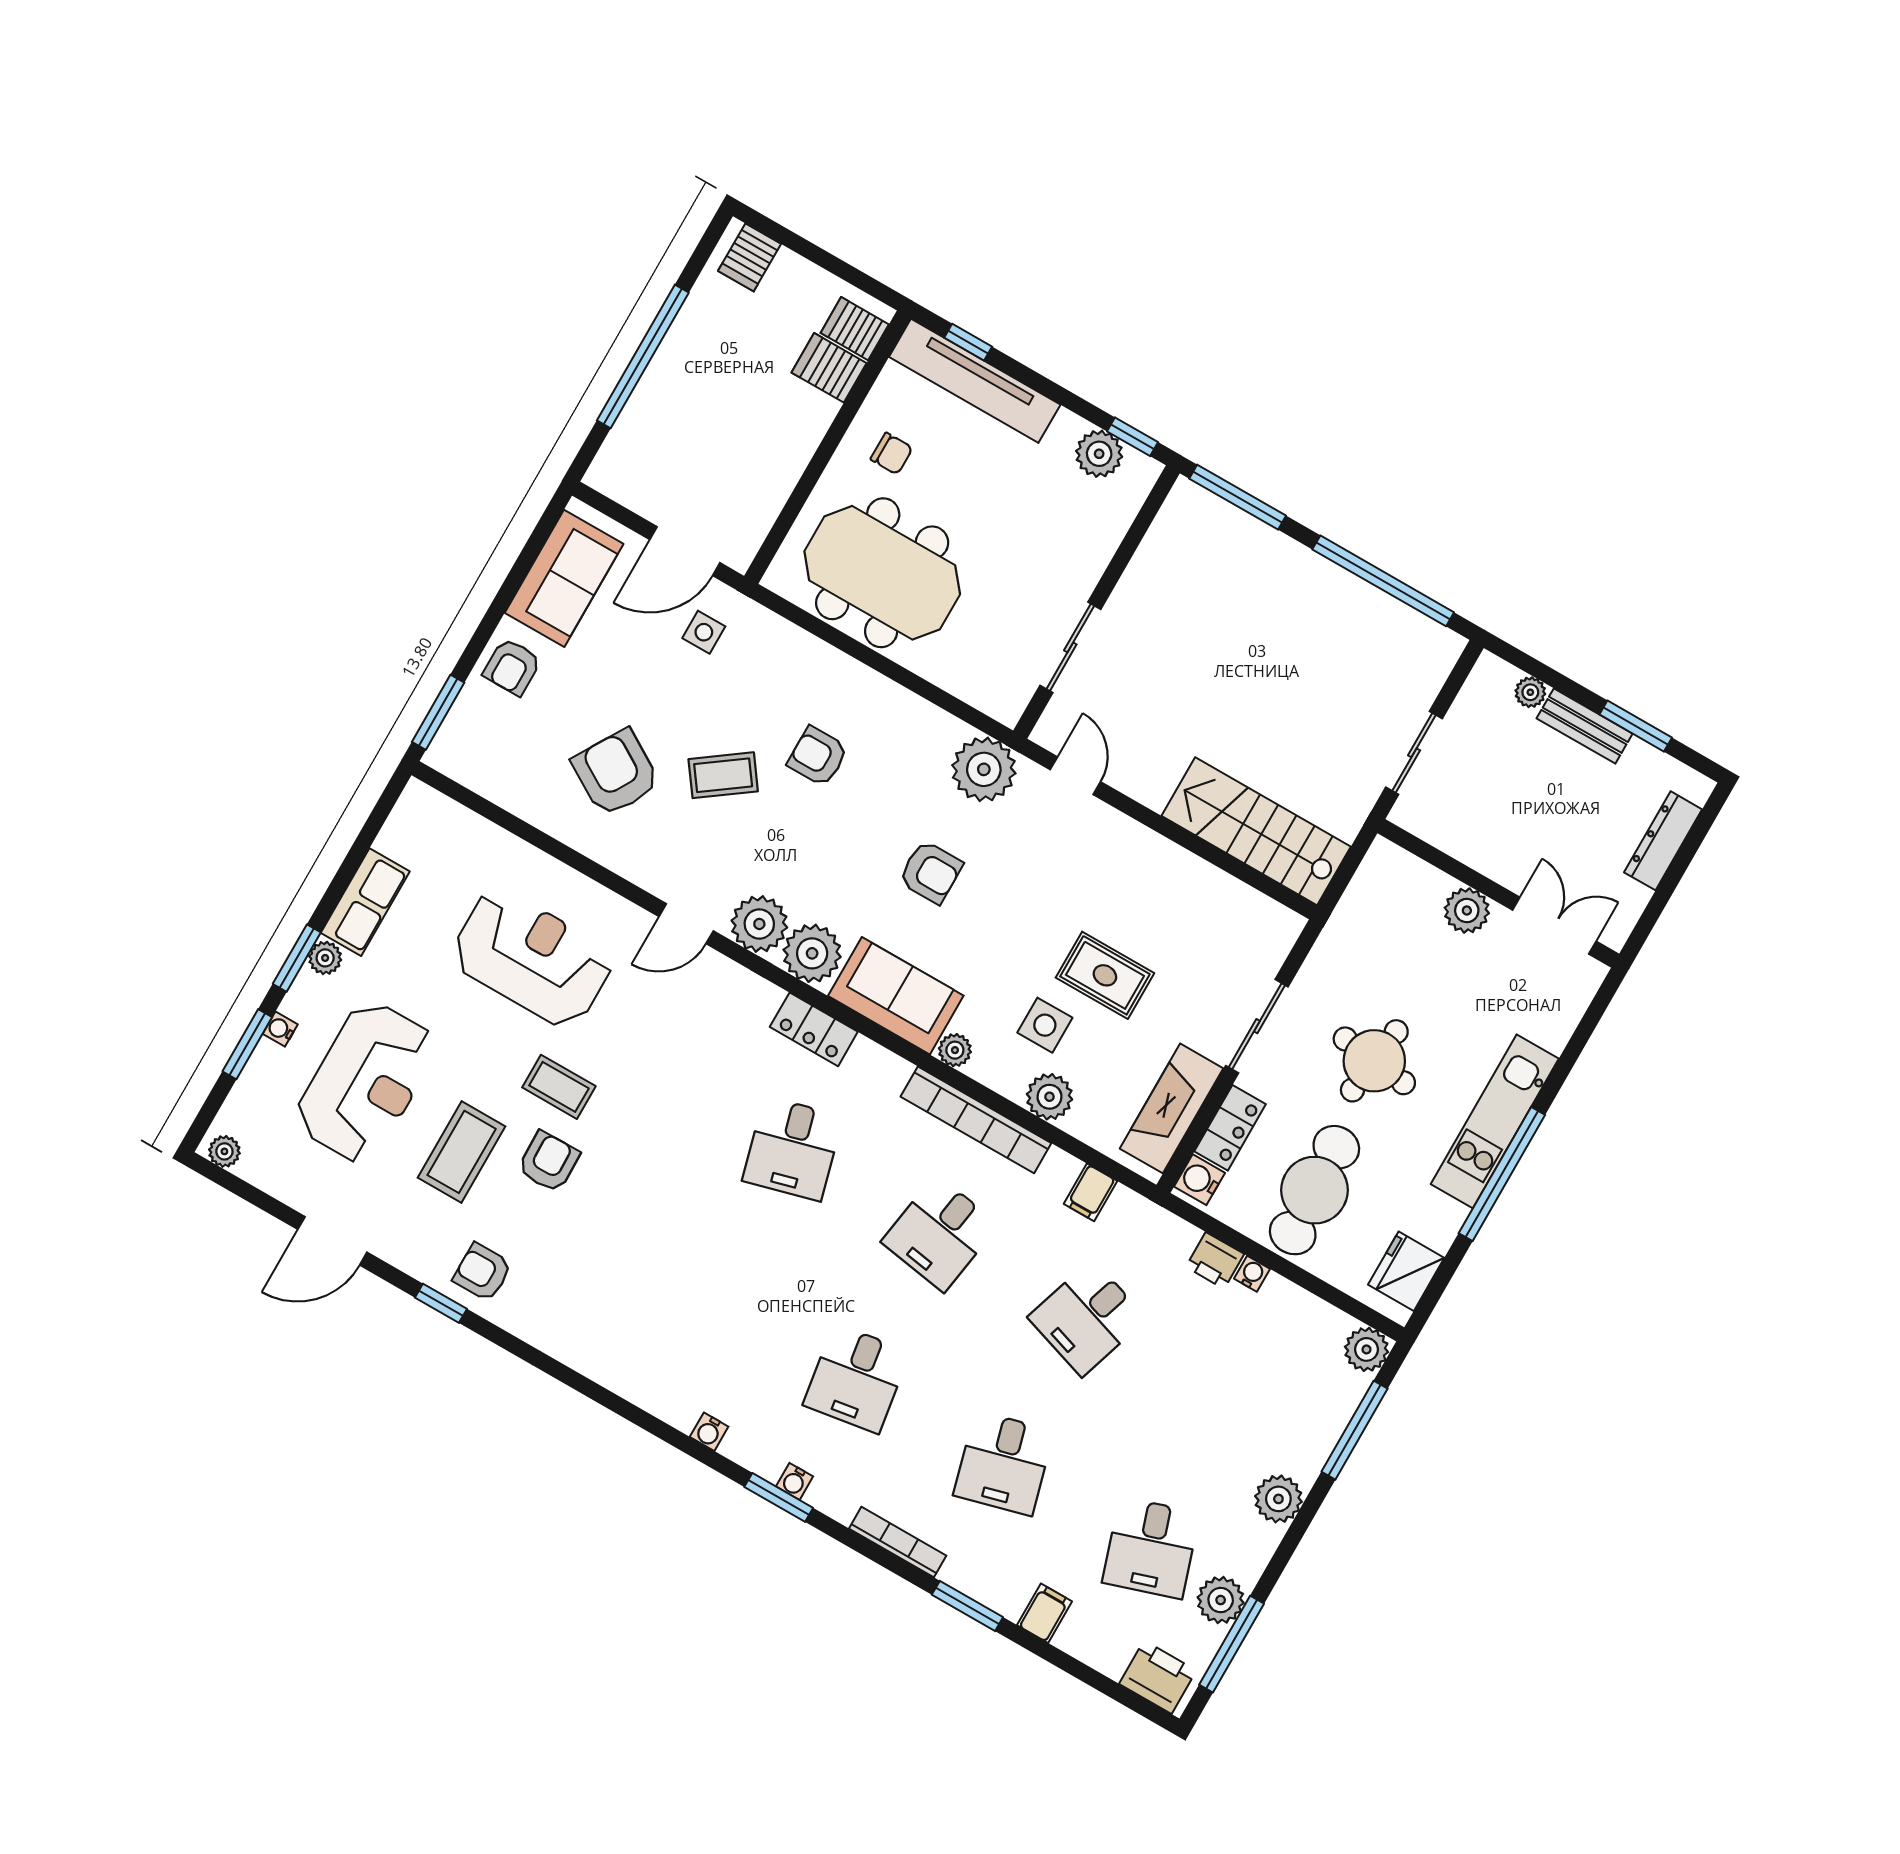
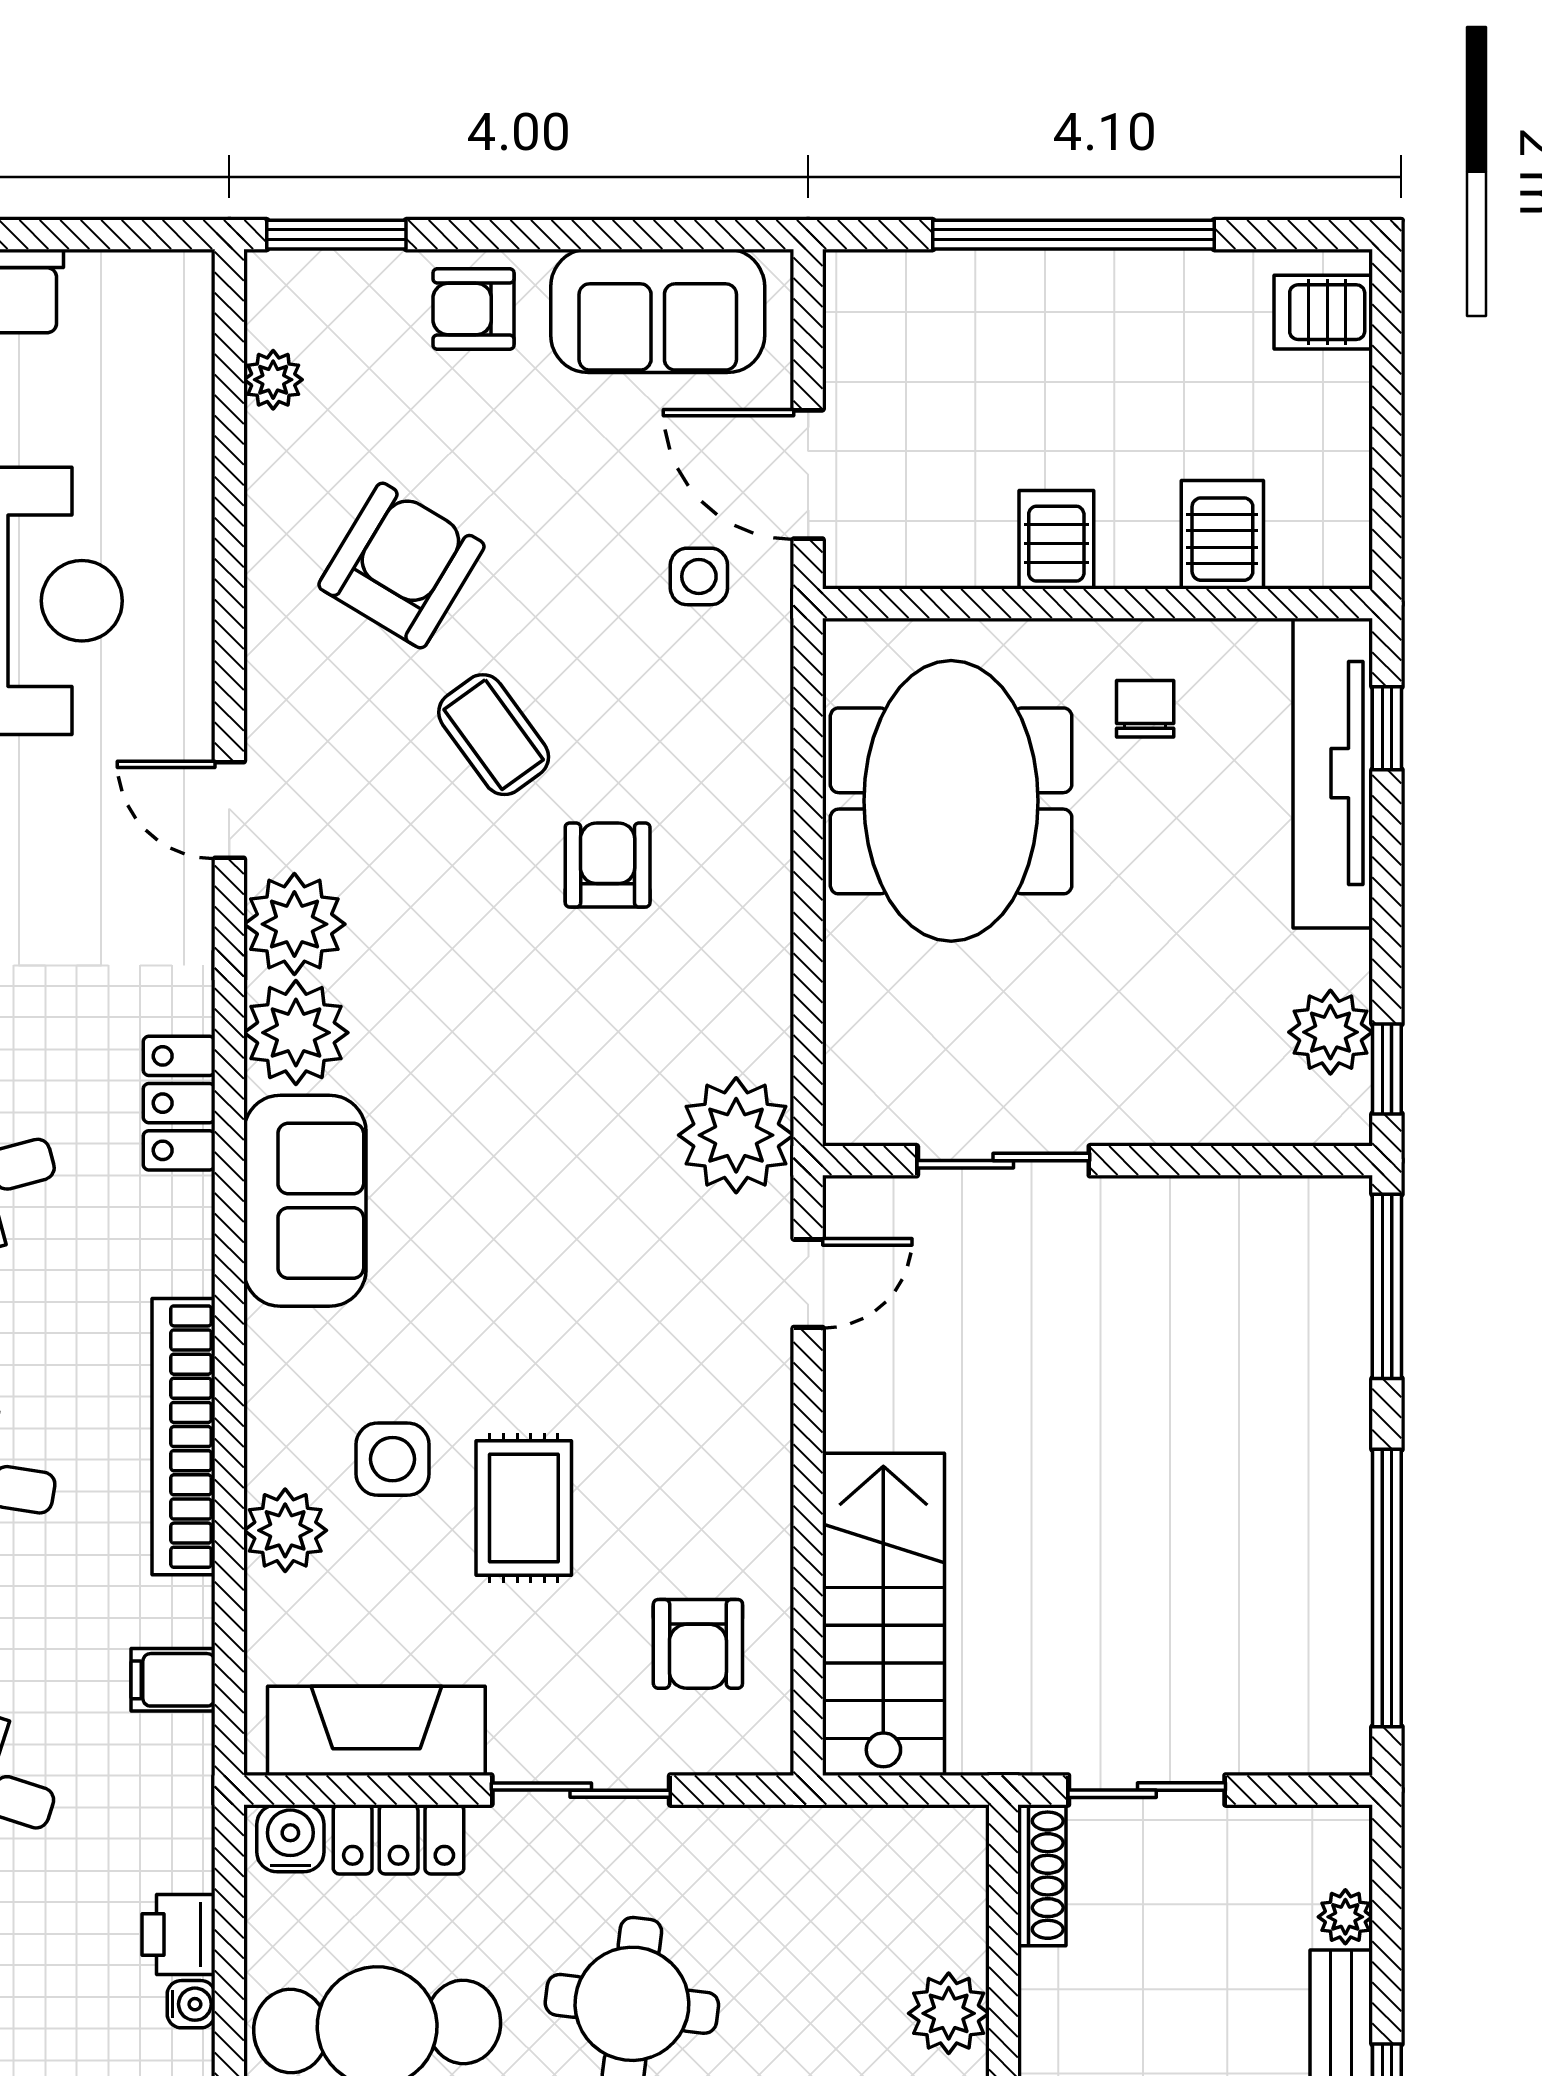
server rack: (855, 329) -> (1056, 540), moved
chair: (892, 454) -> (1145, 709), turned 180
shoe rack: (1426, 827) -> (1042, 1875), added
armchair: (931, 872) -> (698, 1644), moved
plant: (955, 1050) -> (273, 380), moved

